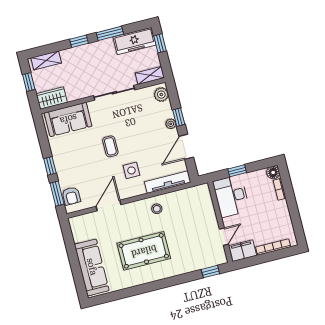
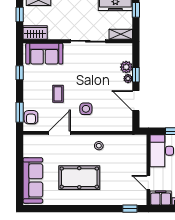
plant: (161, 95) -> (126, 67), moved
coffee table: (110, 146) -> (58, 94), moved
door: (186, 147) -> (136, 101), hinge flipped
window: (50, 166) -> (20, 73), moved
tv unit: (168, 182) -> (113, 126), removed
door: (224, 237) -> (148, 183), swing flipped

